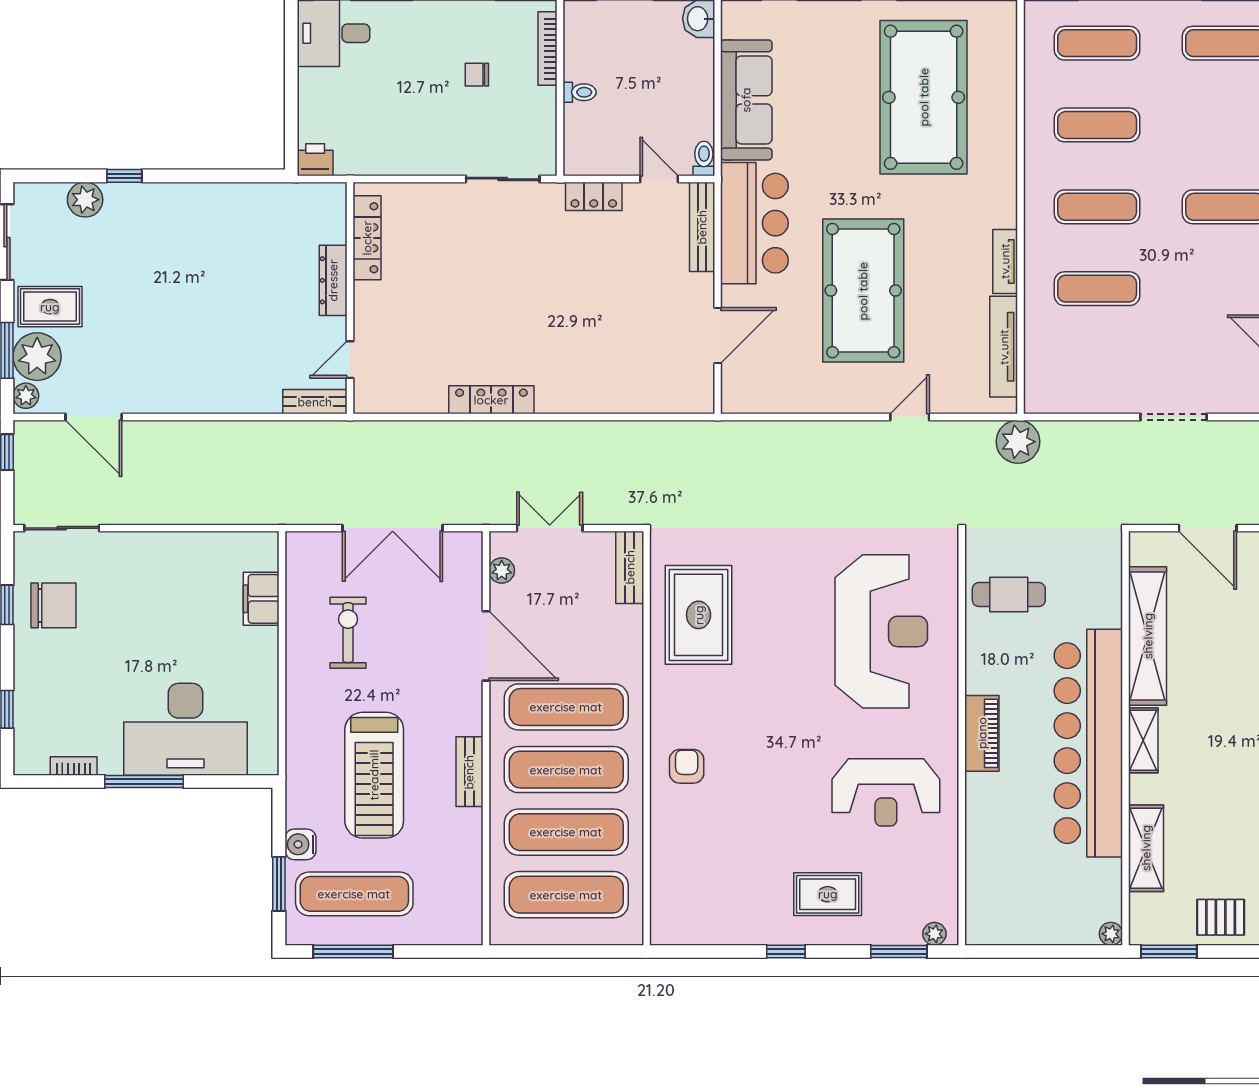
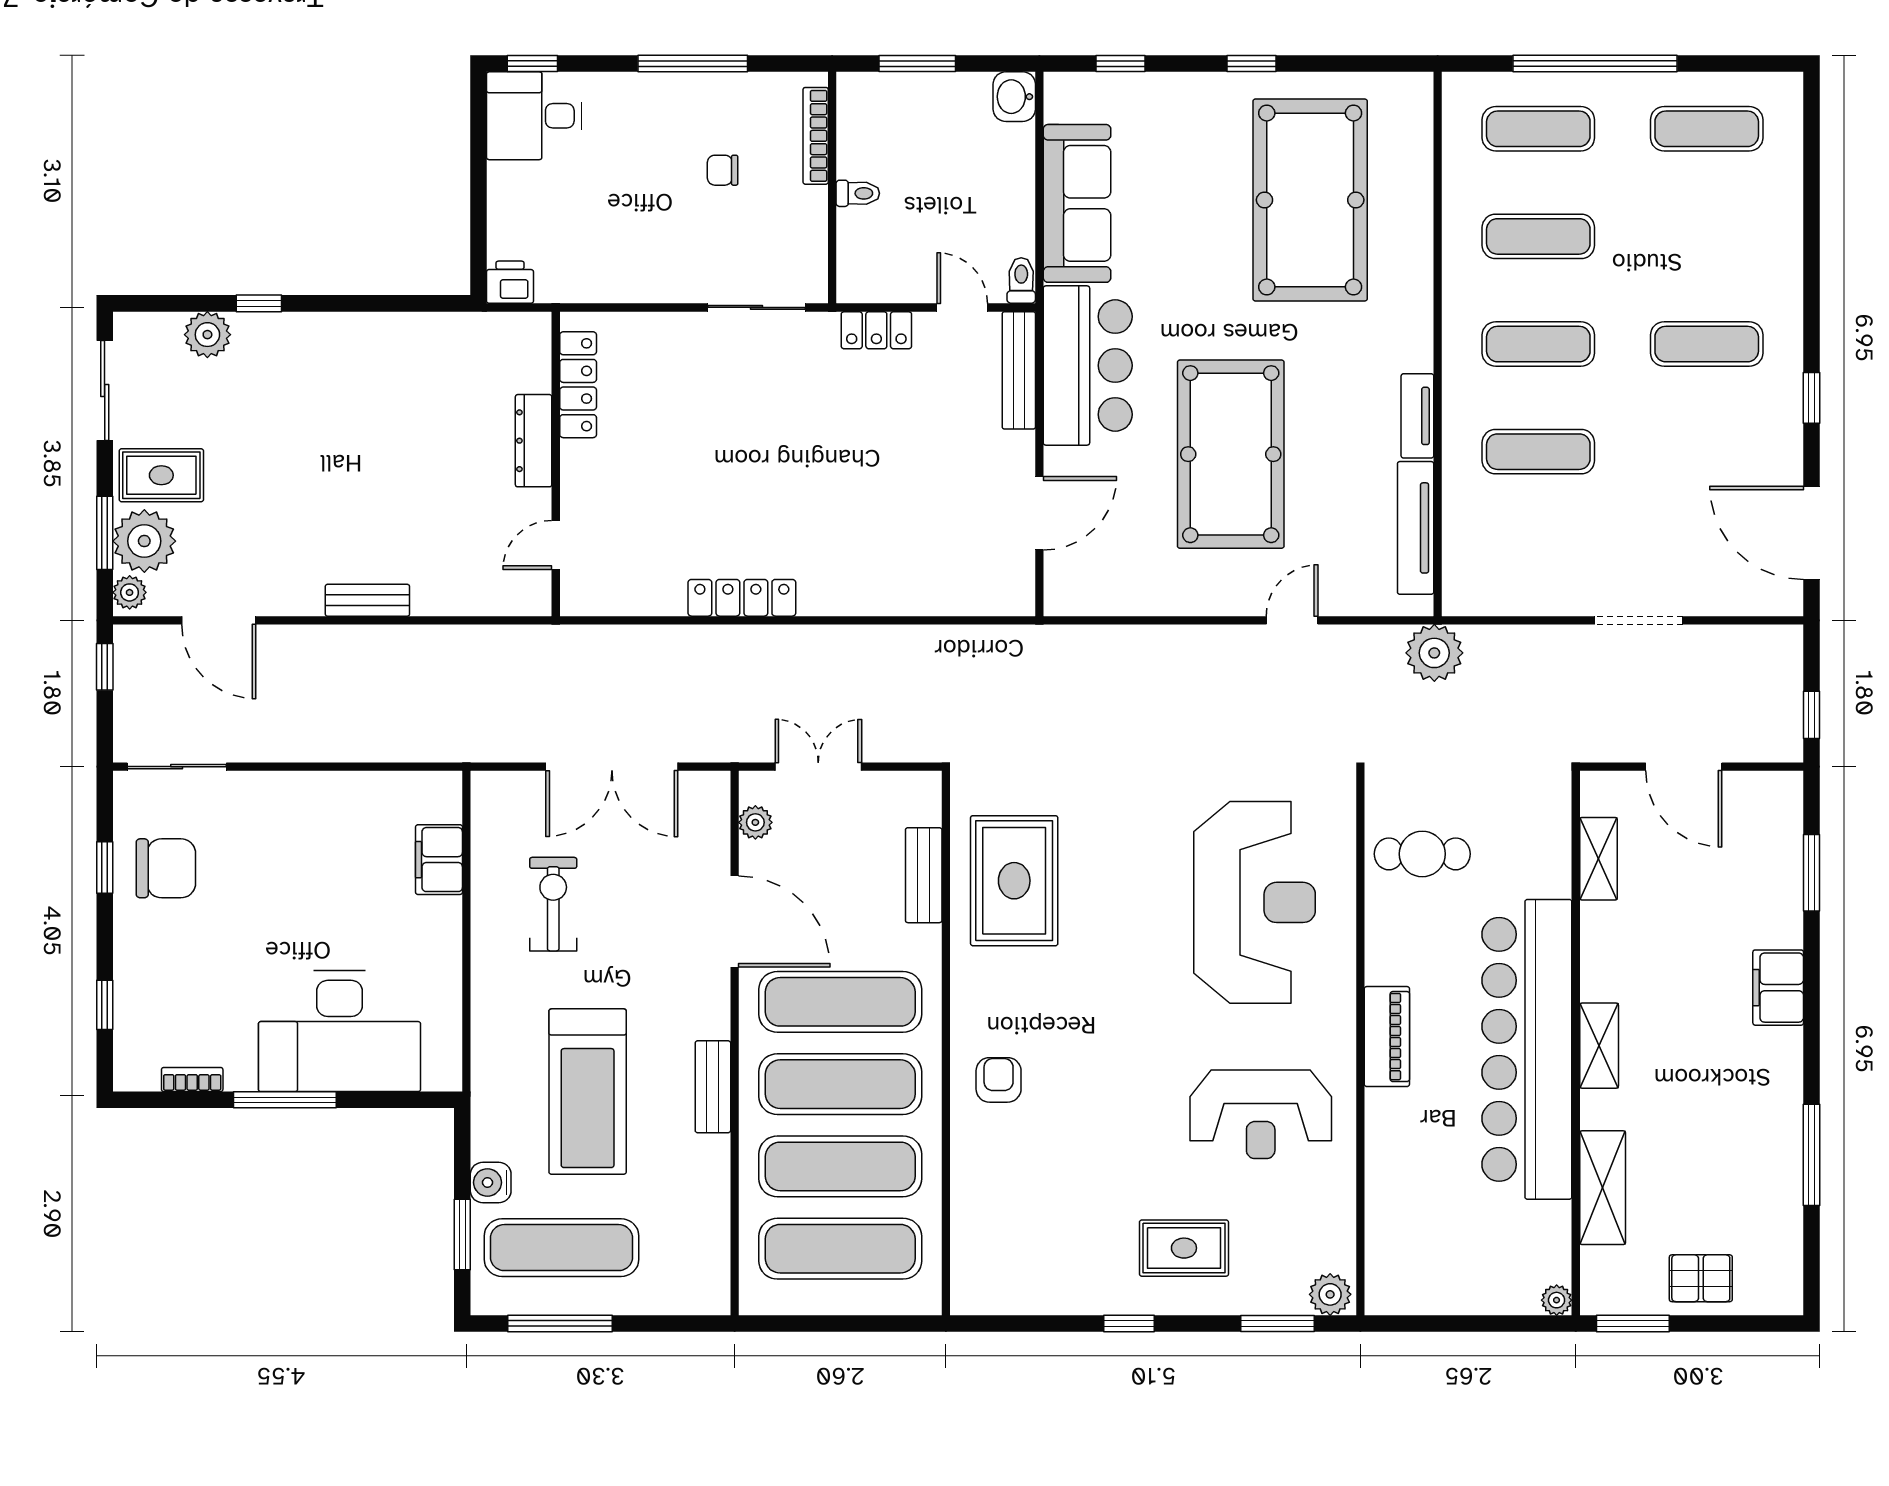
bench: (315, 402) -> (367, 600), moved
bench: (630, 567) -> (924, 875), moved
shelving: (1148, 636) -> (1598, 859), width x0.45, depth x0.75
plant: (934, 934) -> (1330, 1294), width x1.38, depth x1.38

